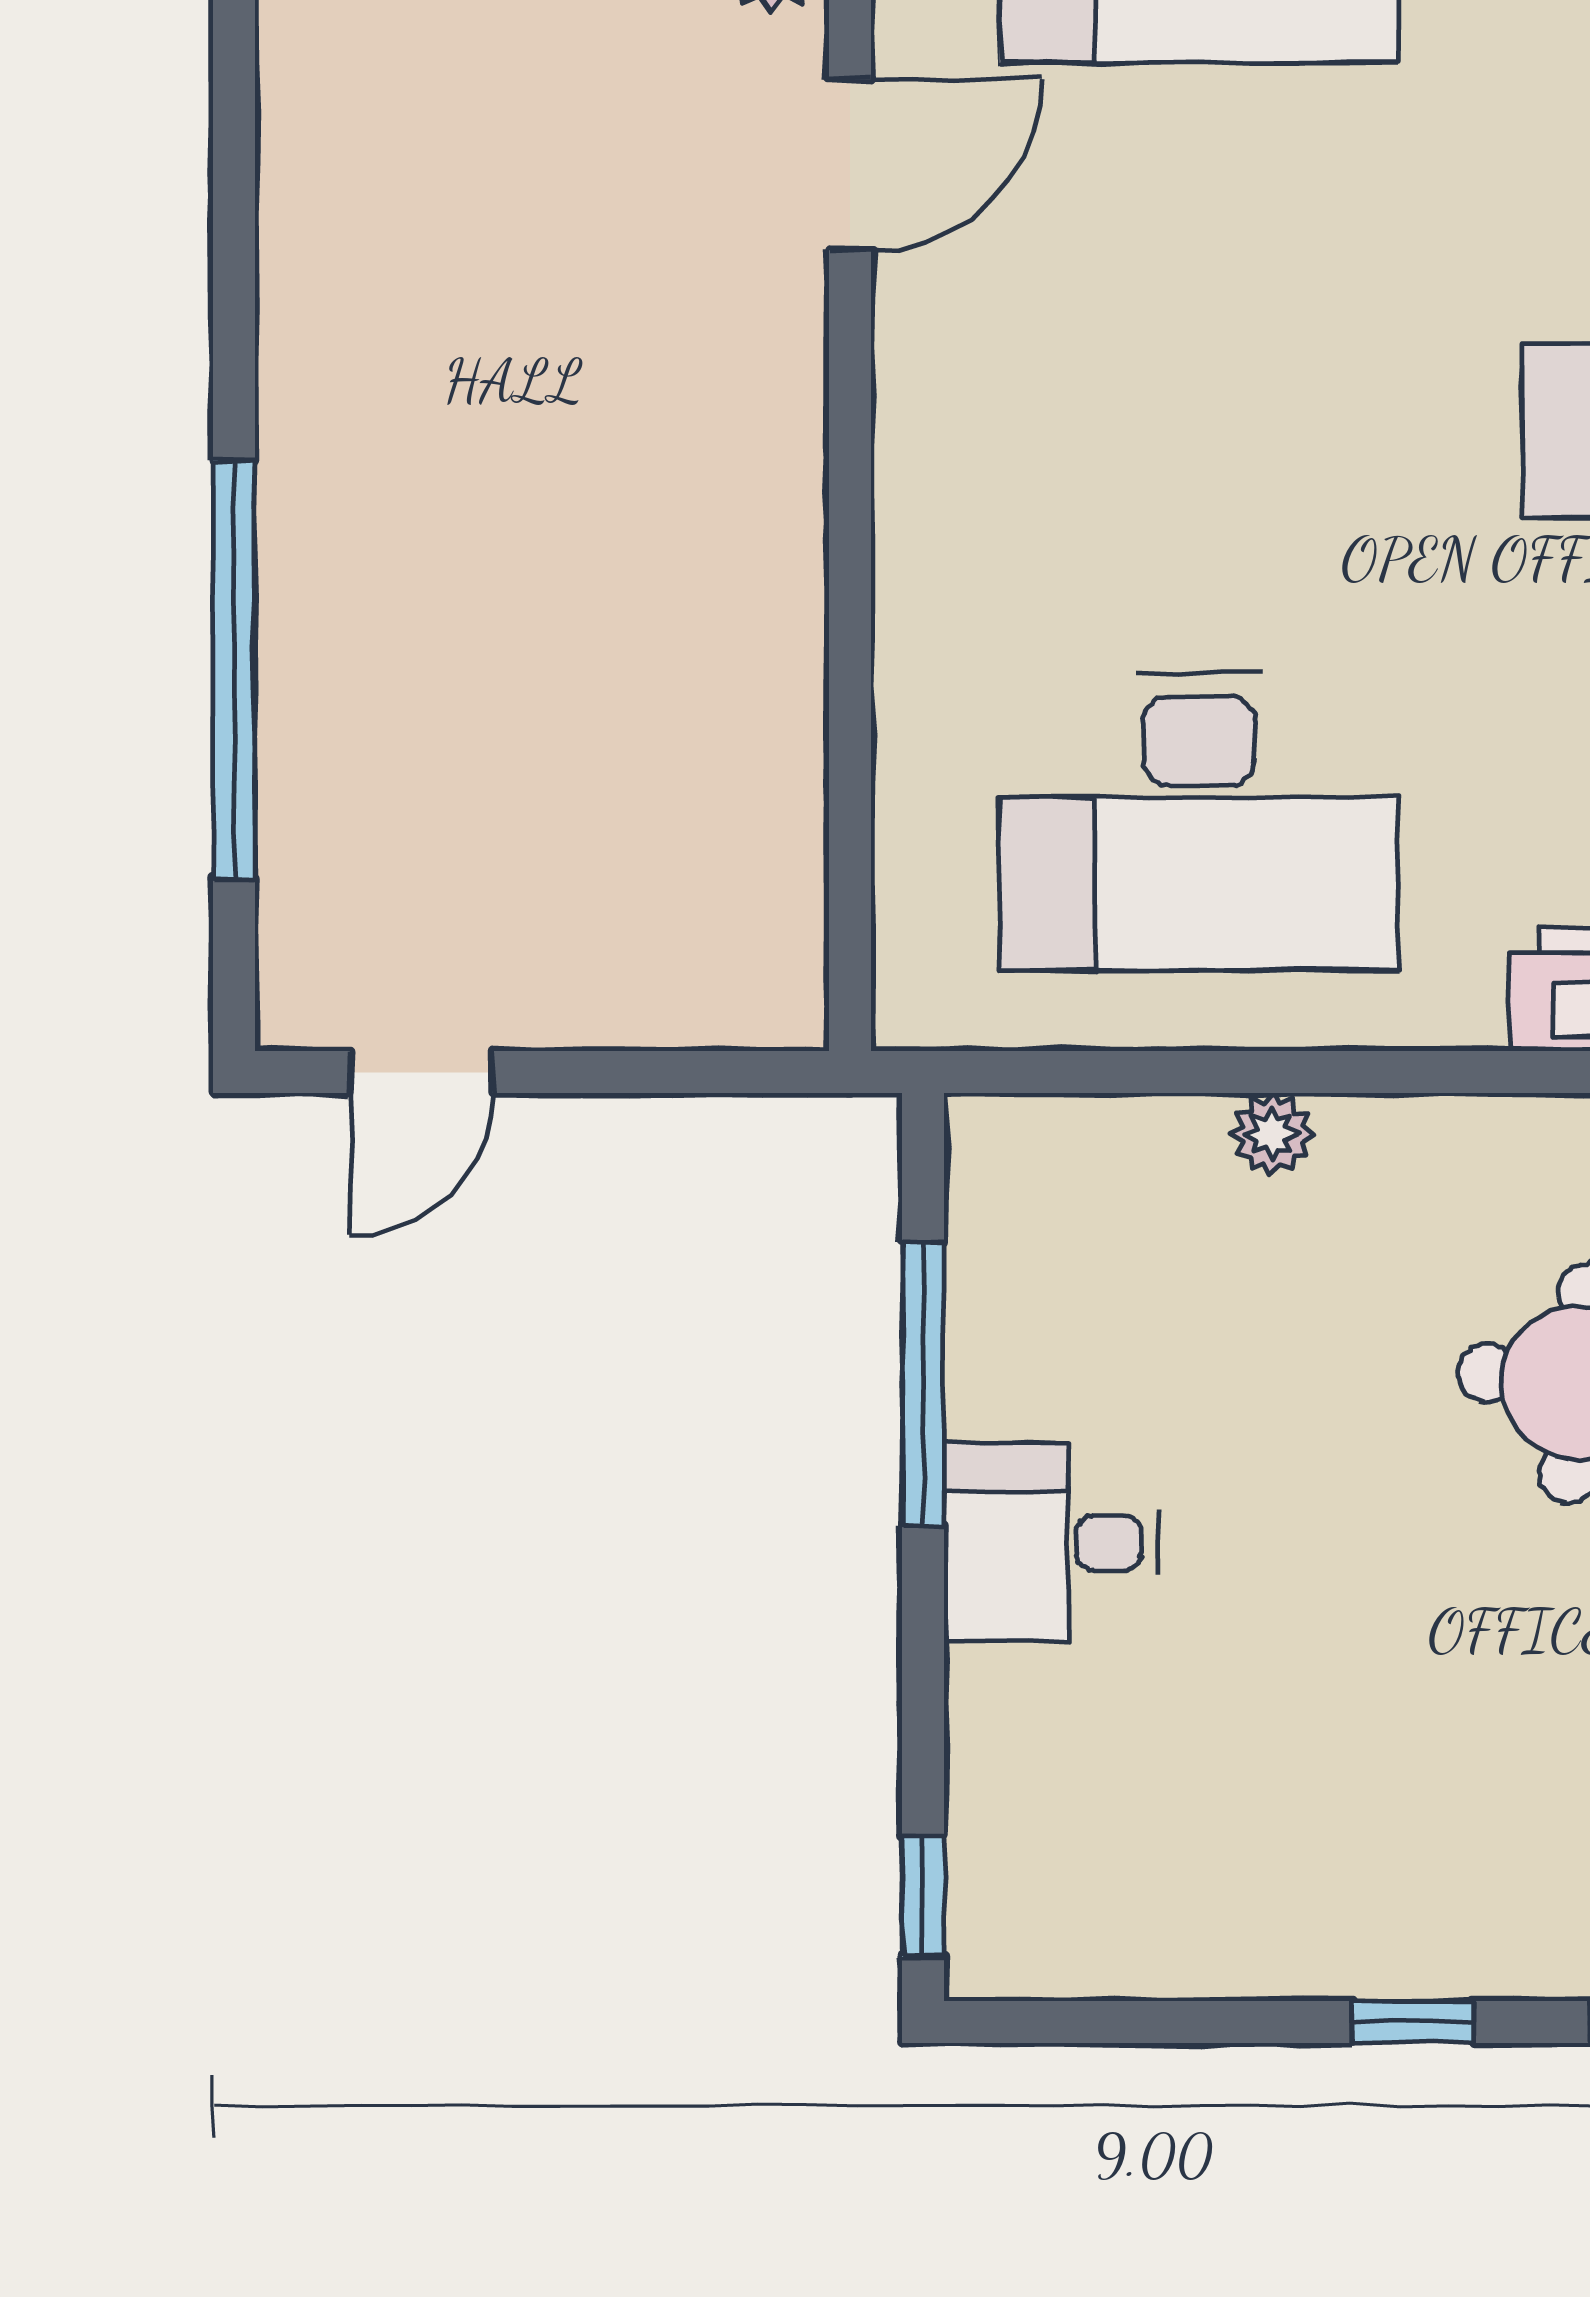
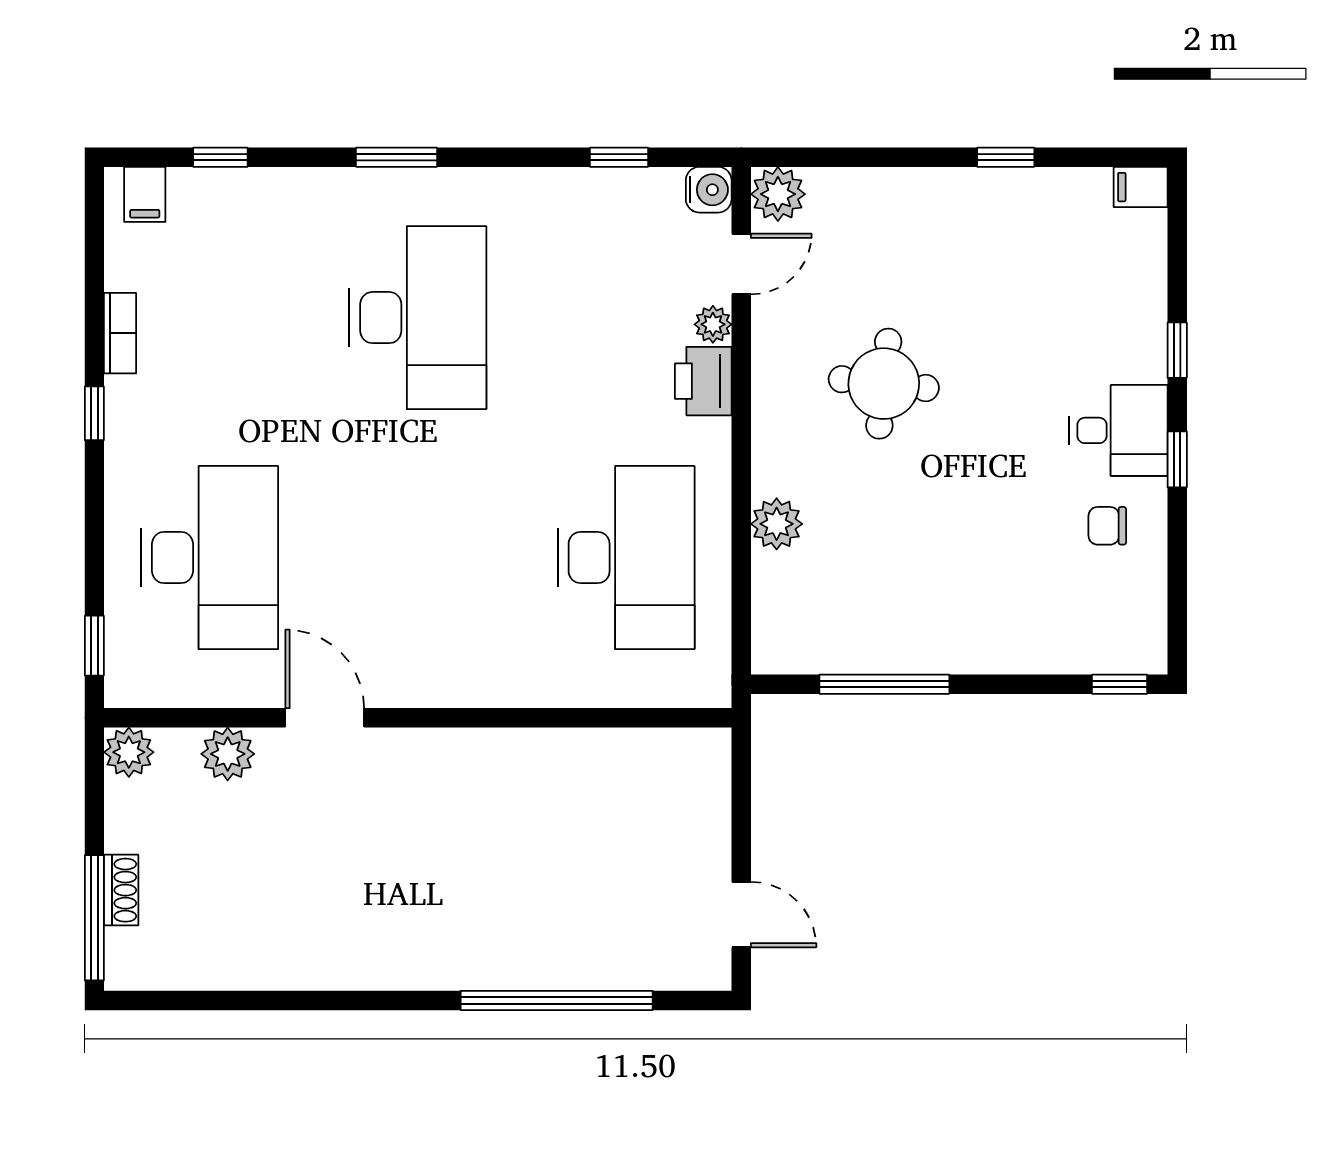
plant: (1272, 1134) -> (777, 524), width x1.38, depth x1.38
desk: (1051, 1543) -> (1118, 430), moved, turned -90
chair: (1268, 1870) -> (1107, 526), added

